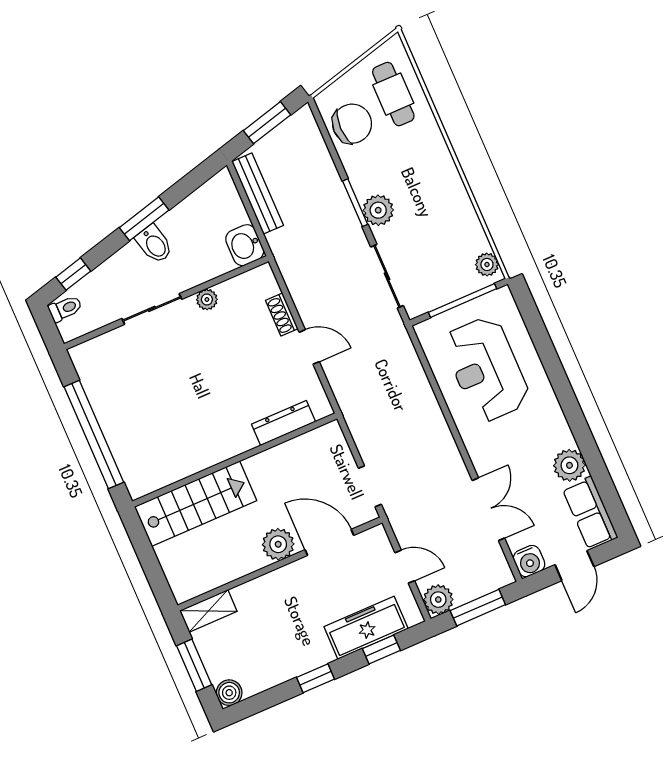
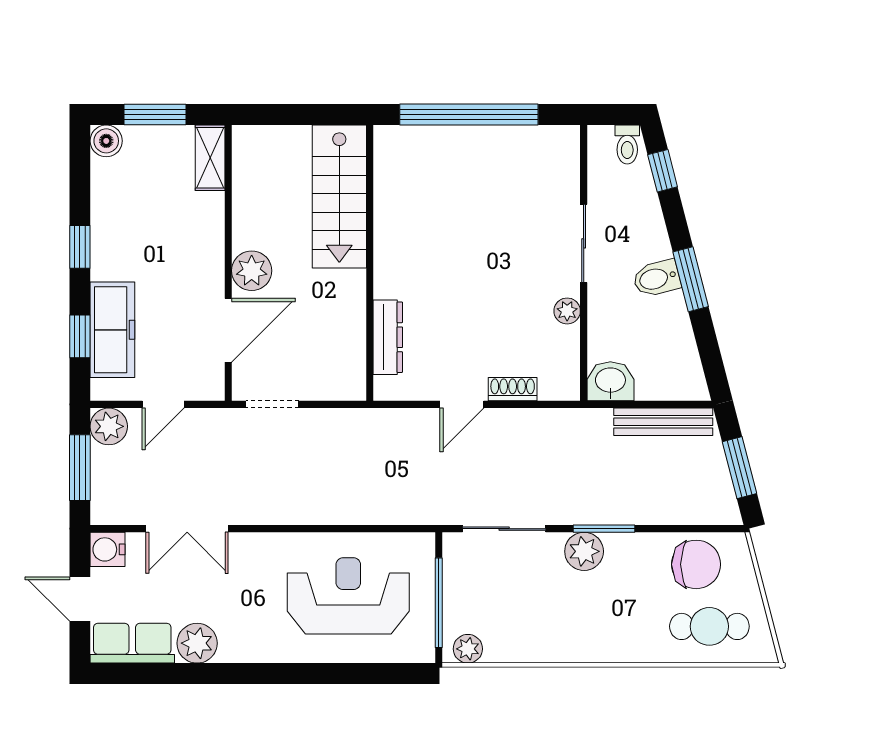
chair: (352, 124) -> (696, 564), turned -90

